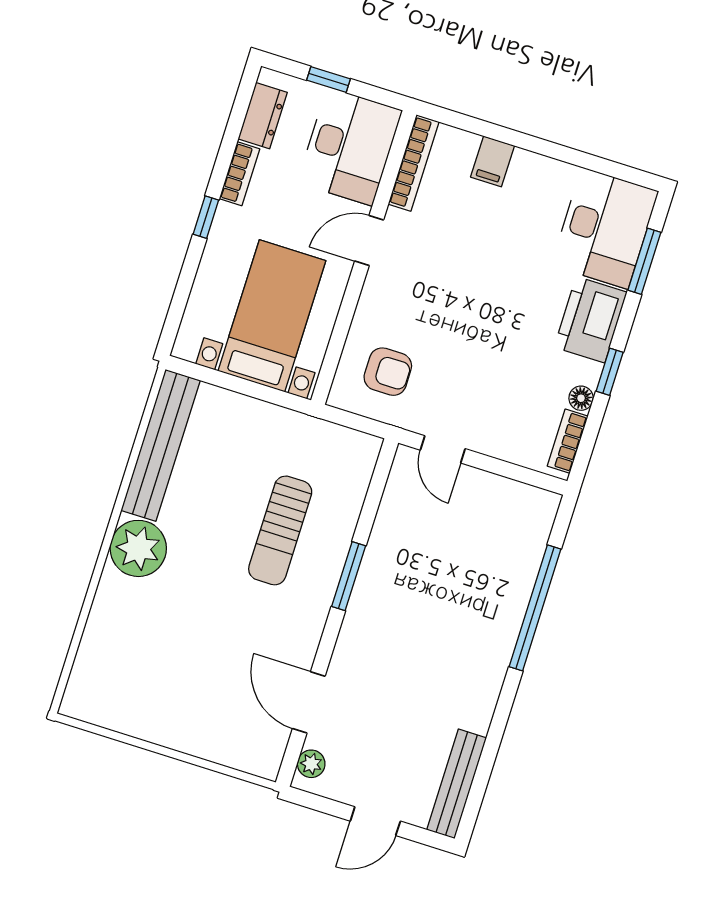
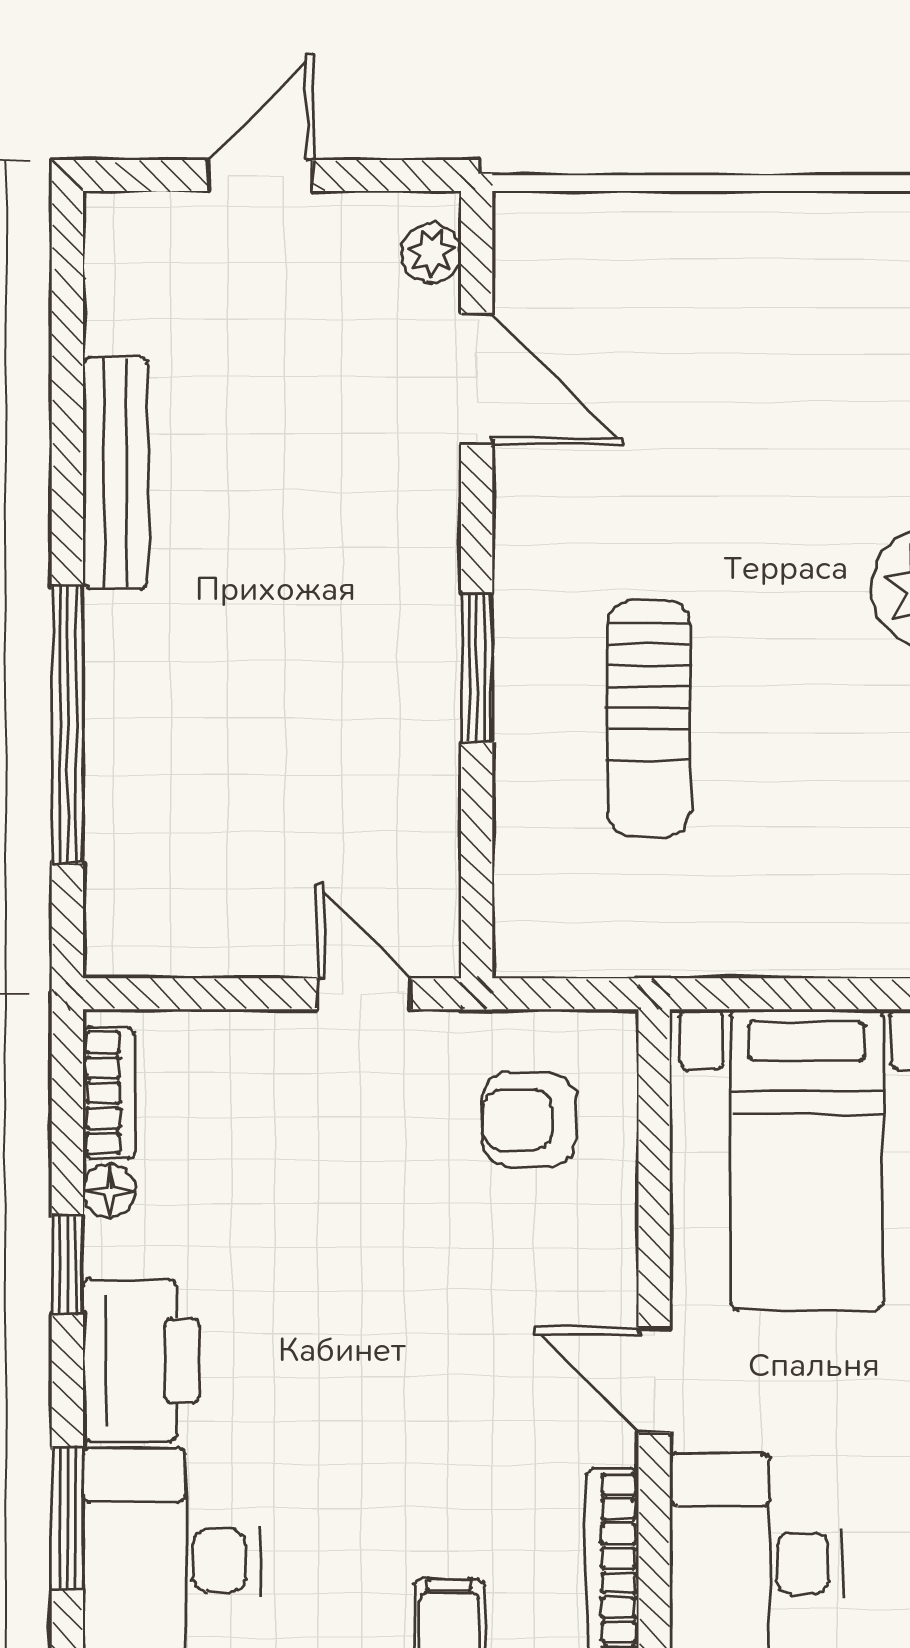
door: (369, 240) -> (654, 1380), swing flipped
sun lounger: (280, 530) -> (649, 718), turned 180
bench: (457, 784) -> (115, 473), moved

